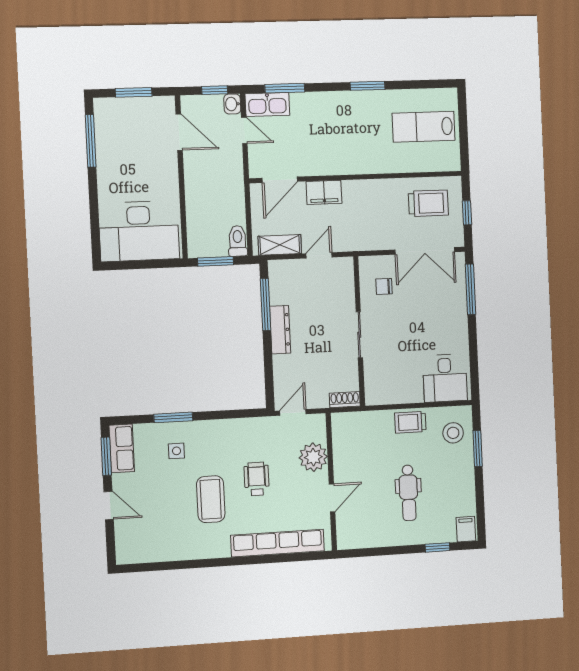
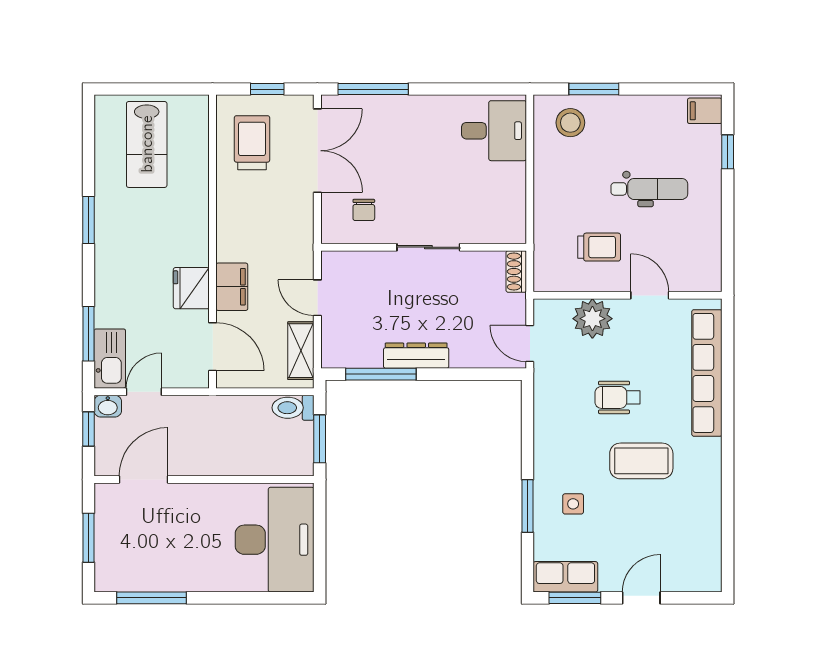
fridge: (322, 163) -> (191, 288), added
trolley: (410, 422) -> (599, 247), moved, turned -90

